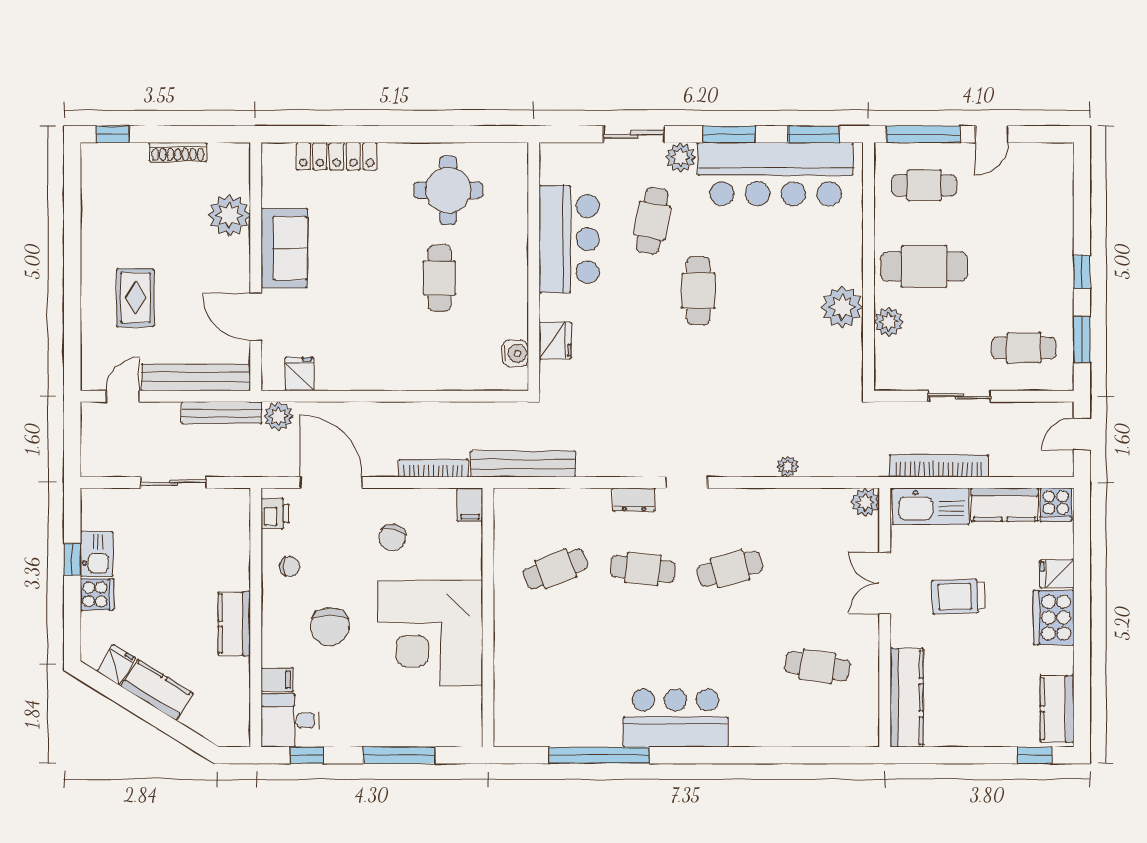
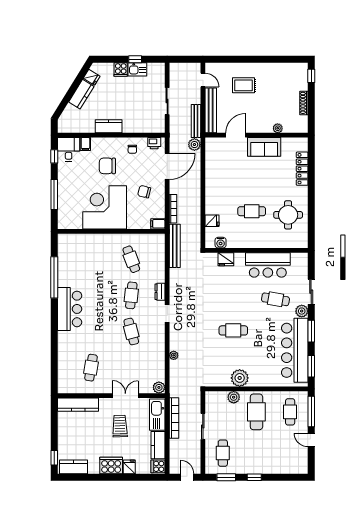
plant: (229, 215) -> (278, 128), width x0.53, depth x0.53
cafe table: (698, 291) -> (233, 330), moved
fridge: (300, 374) -> (212, 221), moved

